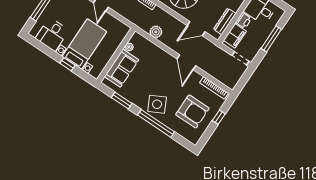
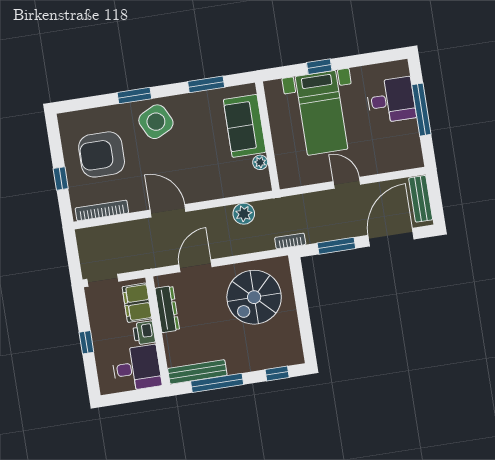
desk: (52, 34) -> (391, 100), moved, turned 90
window: (271, 39) -> (86, 342), width x0.46
window: (156, 123) -> (134, 96), width x0.47

